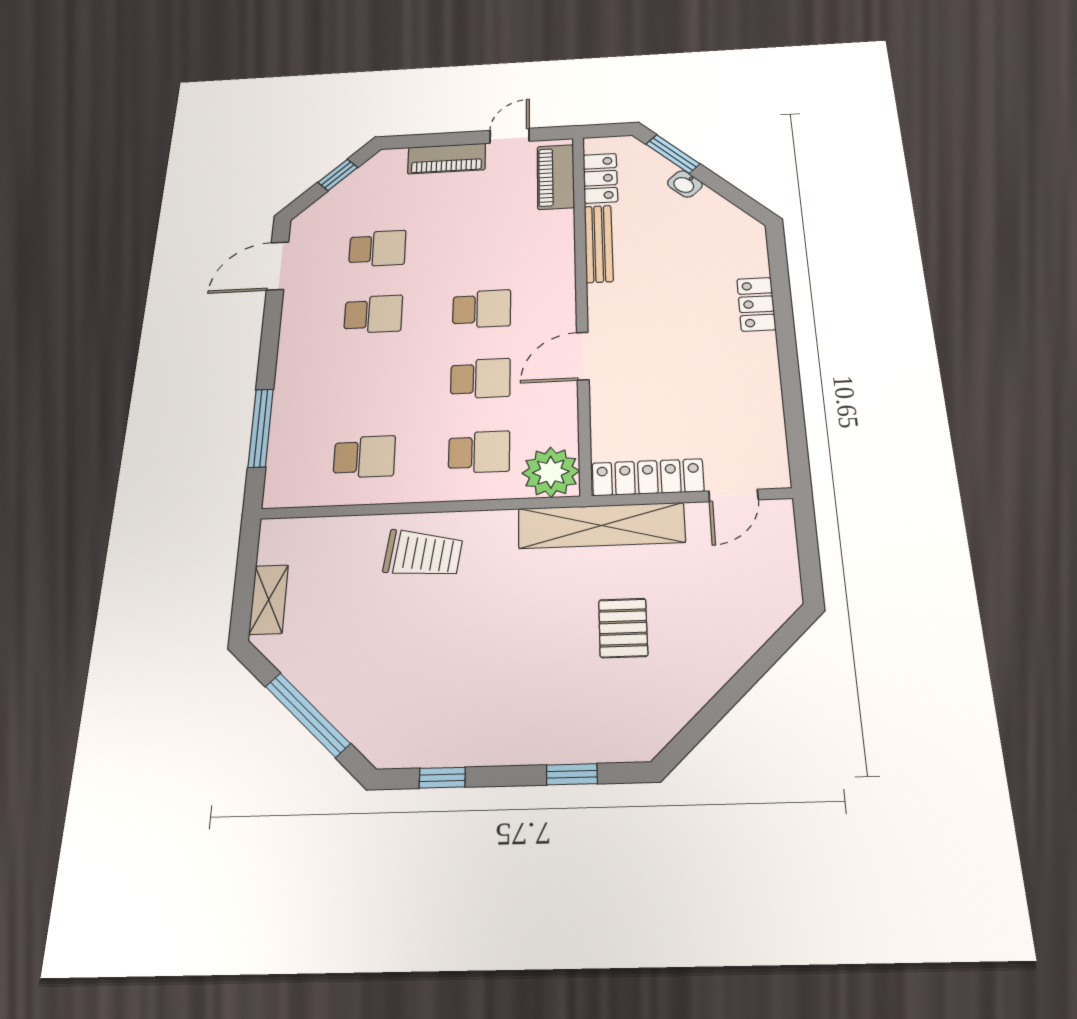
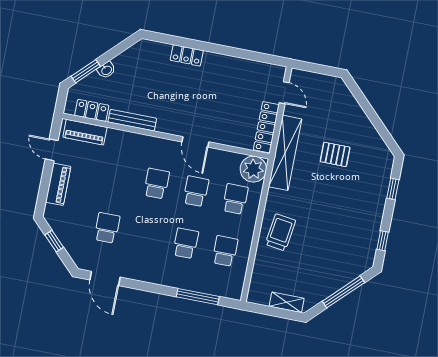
school desk: (373, 314) -> (186, 243), moved

